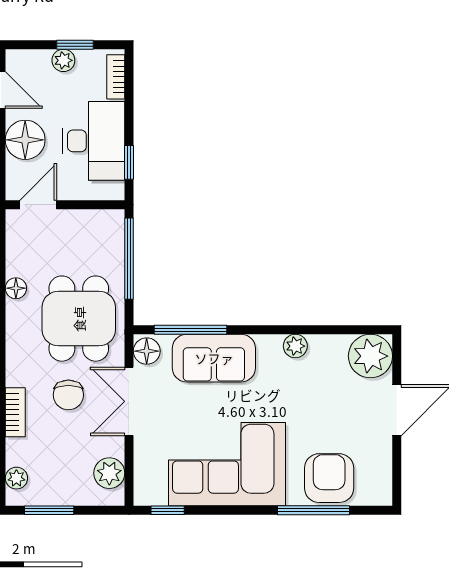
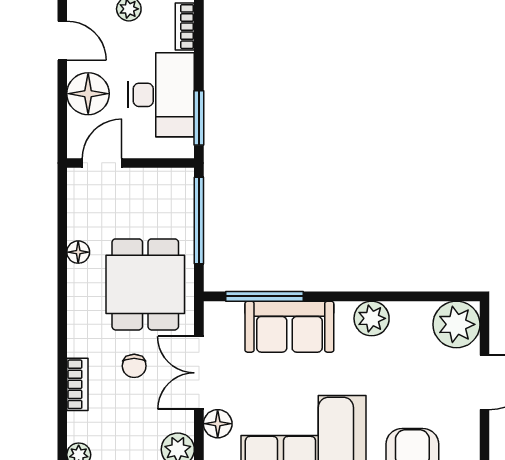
window: (129, 162) -> (199, 118), width x1.50
plant: (295, 346) -> (372, 318), width x1.38, depth x1.38
floor lamp: (147, 351) -> (218, 424), moved
chair: (68, 395) -> (134, 366), width x0.73, depth x0.73

